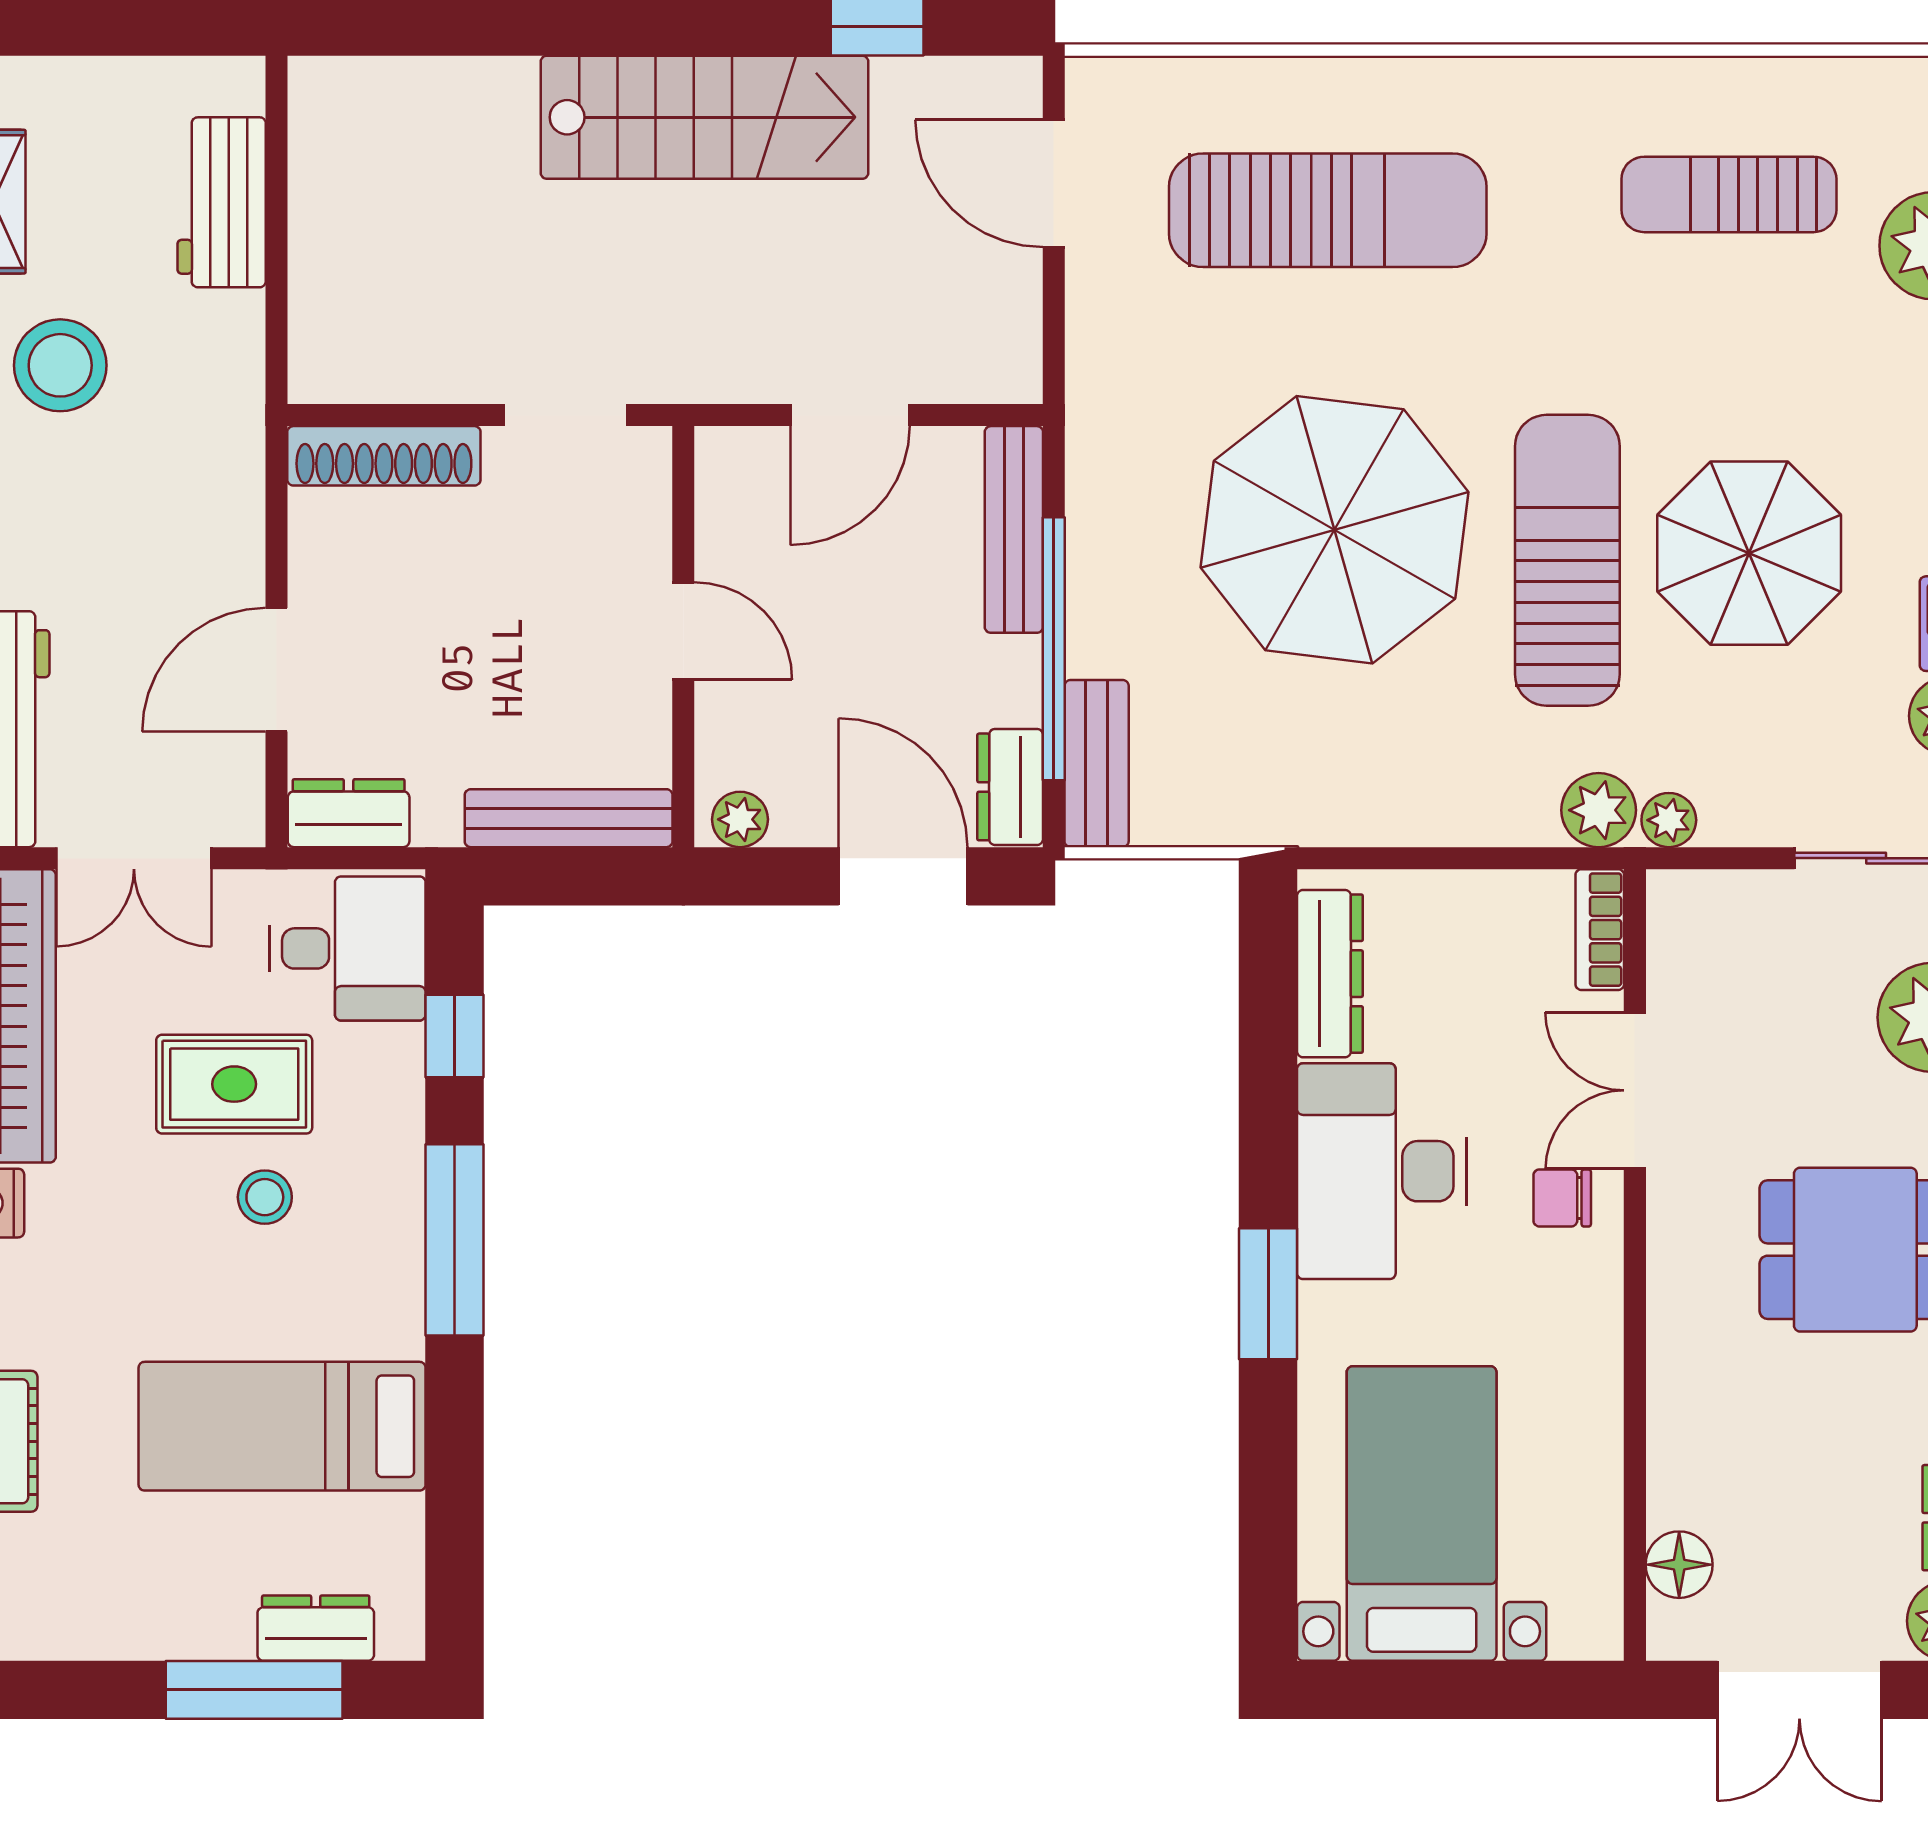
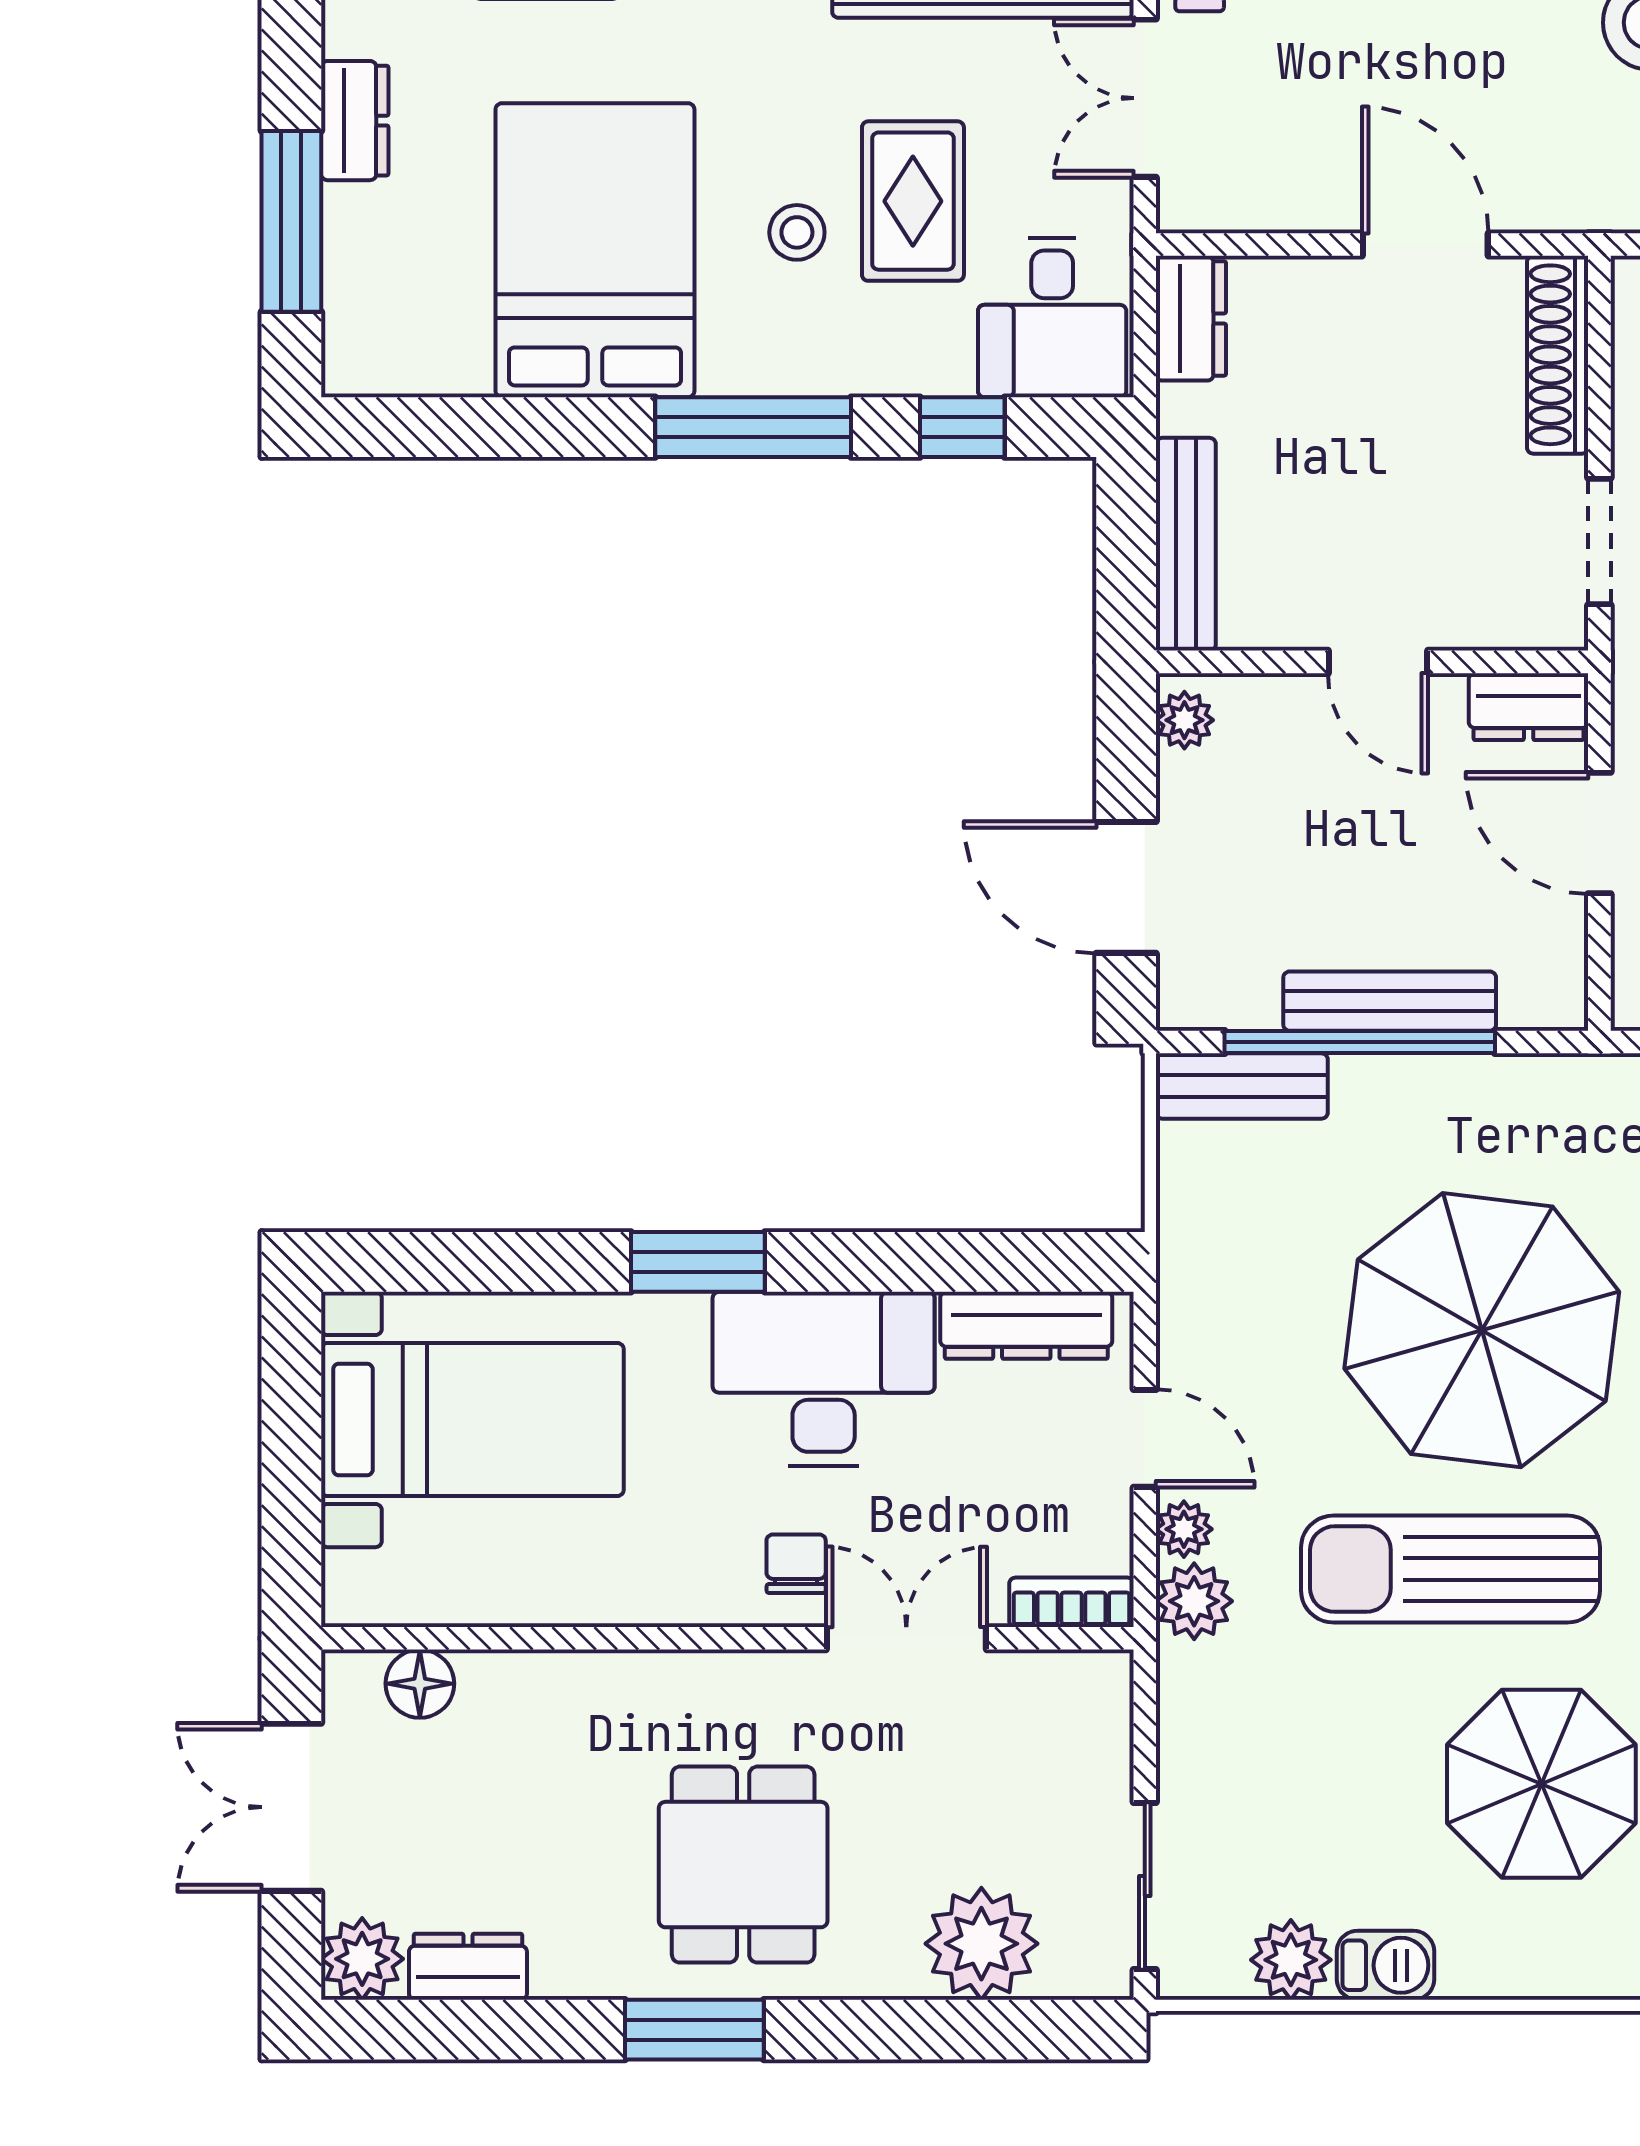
bench: (1014, 529) -> (1390, 1001), moved
parasol: (1749, 553) -> (1541, 1784), moved
sun lounger: (1567, 560) -> (1450, 1569), turned 180
door: (683, 631) -> (1378, 662), hinge flipped
door: (277, 670) -> (1425, 245), moved
dresser: (1010, 787) -> (1529, 707), moved, turned 180
plant: (1669, 820) -> (1184, 1529), moved
door: (1440, 858) -> (1145, 1438), added
door: (903, 876) -> (1126, 887), swing flipped
bed: (282, 1426) -> (595, 250), width x1.50
dresser: (316, 1628) -> (355, 121), moved

